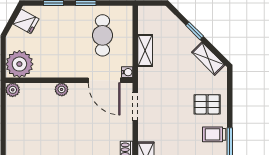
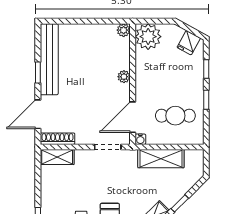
shelving: (145, 51) -> (161, 159), width x1.50, depth x1.33

